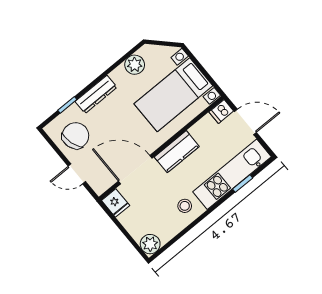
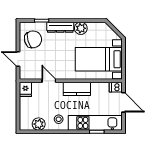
plant: (135, 65) -> (81, 28), moved
door: (135, 170) -> (49, 81), width x0.53
plant: (150, 244) -> (39, 124), moved

